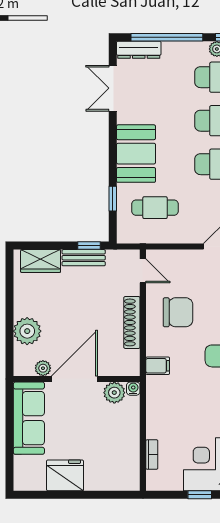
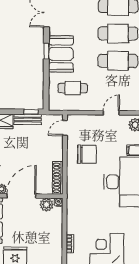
window: (113, 199) -> (46, 51), moved
door: (143, 271) -> (65, 128), swing flipped
shoe rack: (132, 322) -> (58, 178), moved
filing cabinet: (158, 366) -> (74, 188), removed

